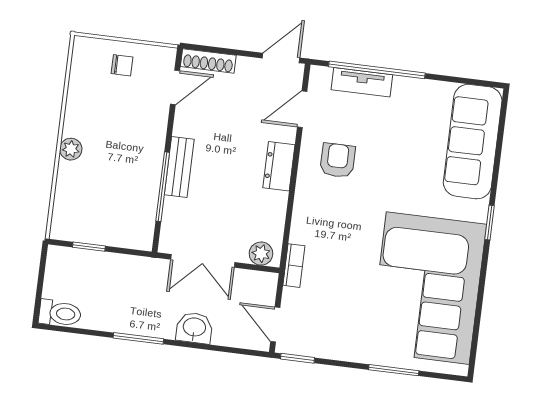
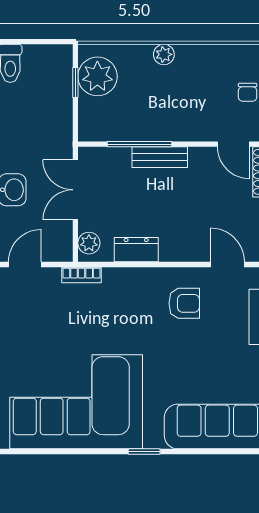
dresser: (279, 166) -> (136, 250), moved
plant: (85, 222) -> (97, 76), added

